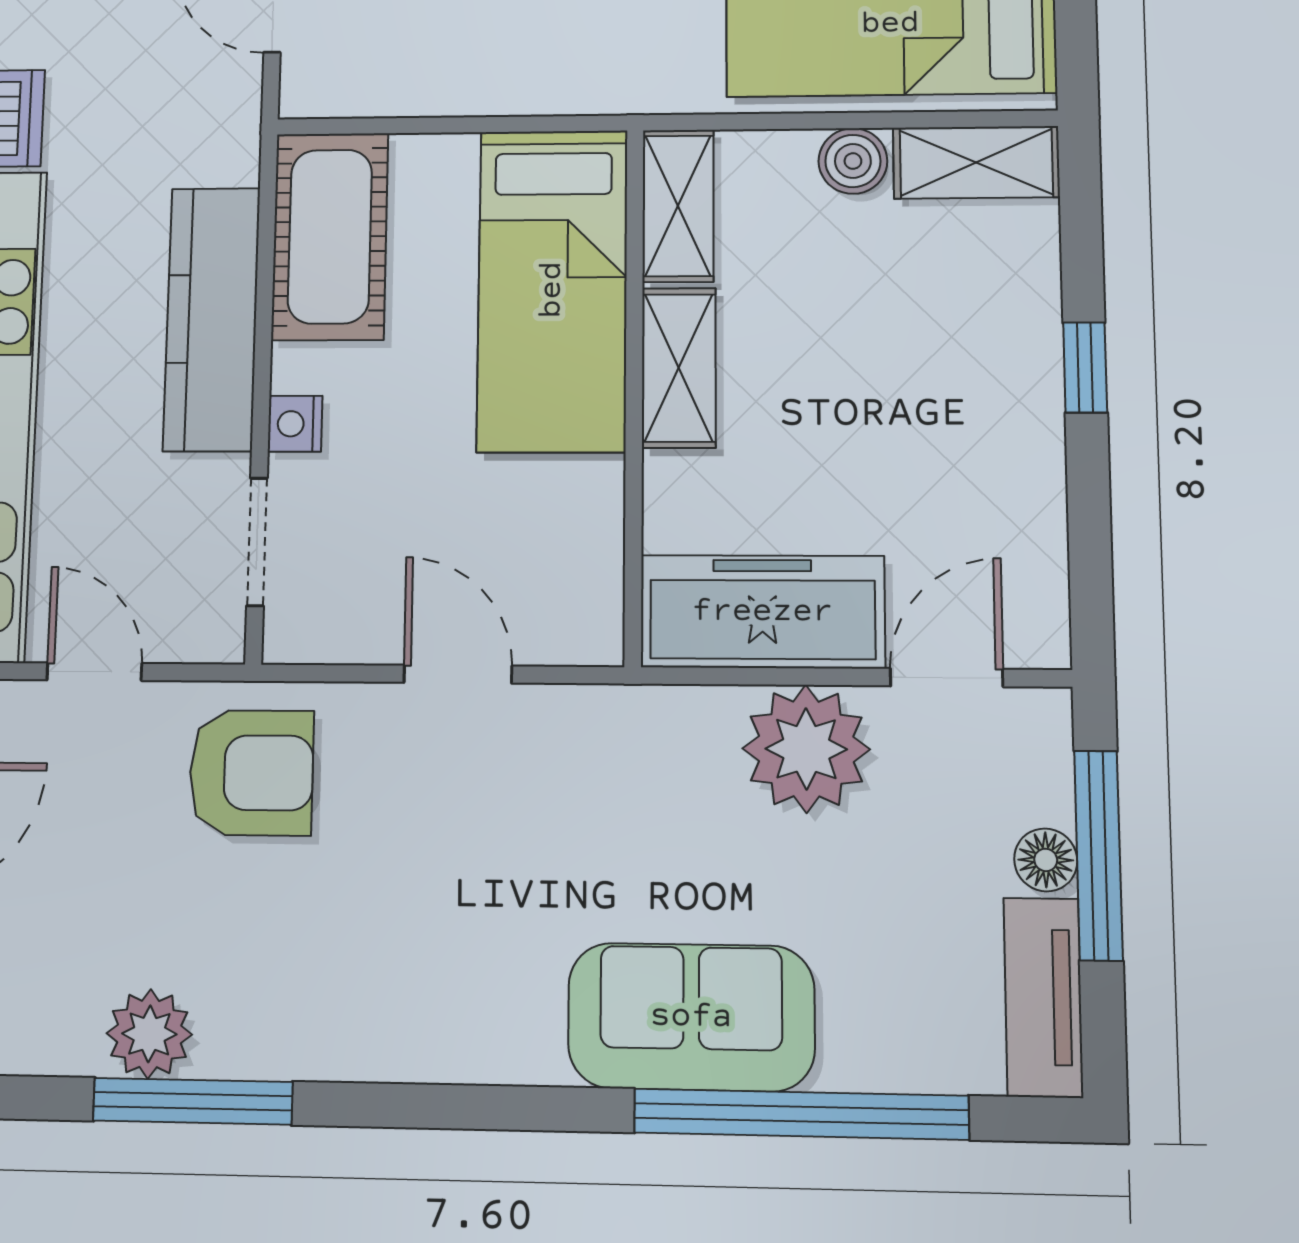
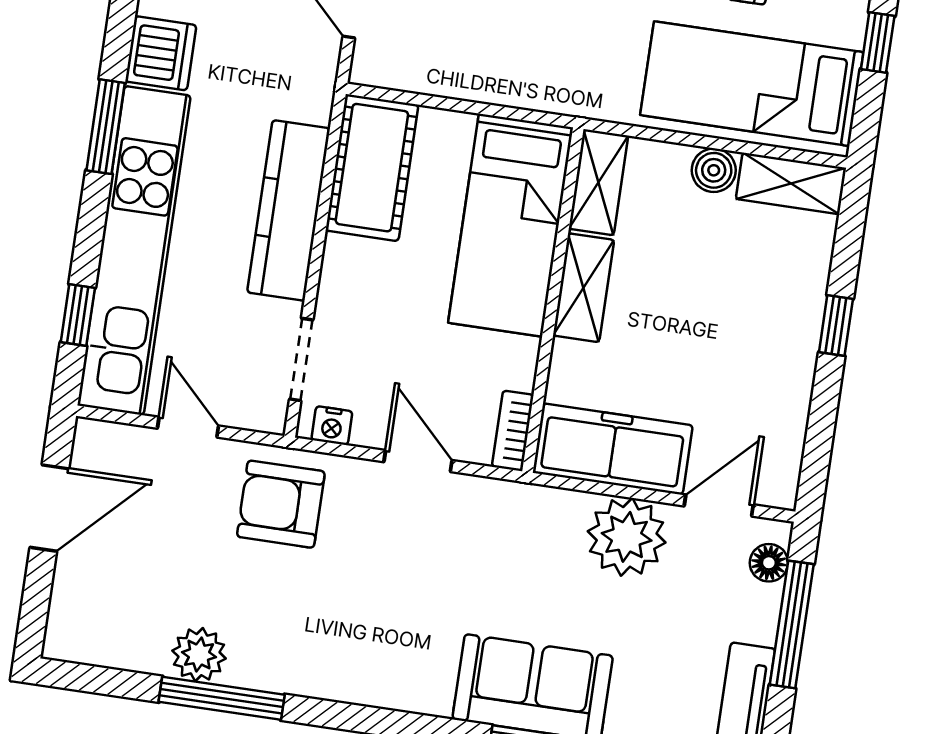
nightstand: (295, 424) -> (332, 426), moved, turned -90
bookcase: (600, 605) -> (513, 431), added
armchair: (251, 773) -> (281, 504), turned 180
floor lamp: (1046, 860) -> (769, 563), moved

